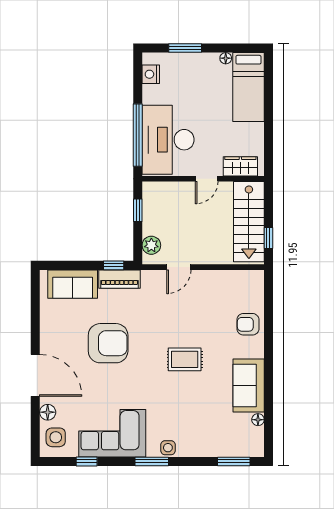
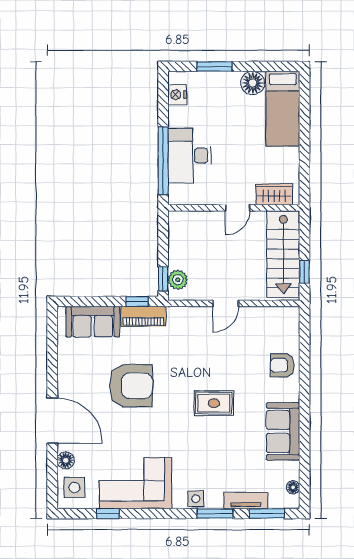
floor lamp: (226, 58) -> (253, 83), width x1.89, depth x1.89
desk: (168, 140) -> (189, 156), width x0.73, depth x0.77
window: (138, 210) -> (163, 279), moved
door: (179, 267) -> (226, 303), moved
floor lamp: (258, 420) -> (293, 487), moved
tv unit: (214, 449) -> (246, 500), added
window: (152, 461) -> (215, 514), moved

